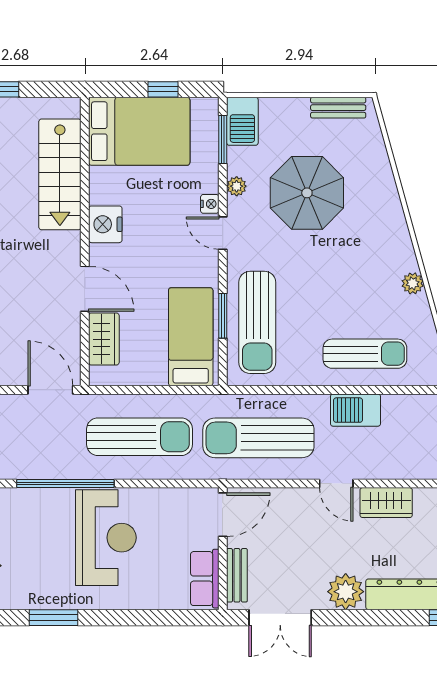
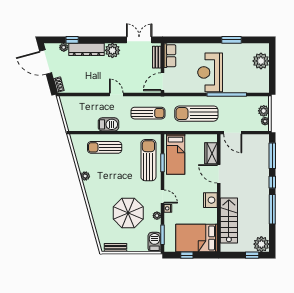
sun lounger: (258, 438) -> (148, 113), width x0.73, depth x0.75
wardrobe: (386, 503) -> (96, 87), removed

